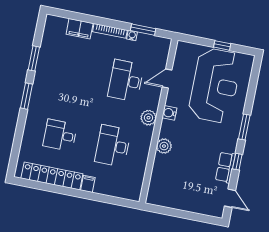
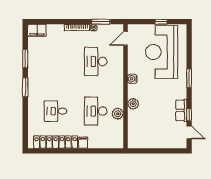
filing cabinet: (80, 29) -> (37, 30), moved
door: (167, 79) -> (126, 38), moved
reception desk: (215, 85) -> (162, 52), turned 180
plant: (148, 118) -> (118, 114), moved
window: (237, 162) -> (189, 114), moved

